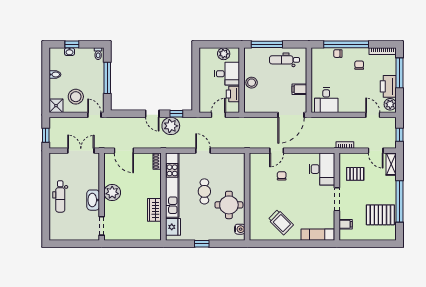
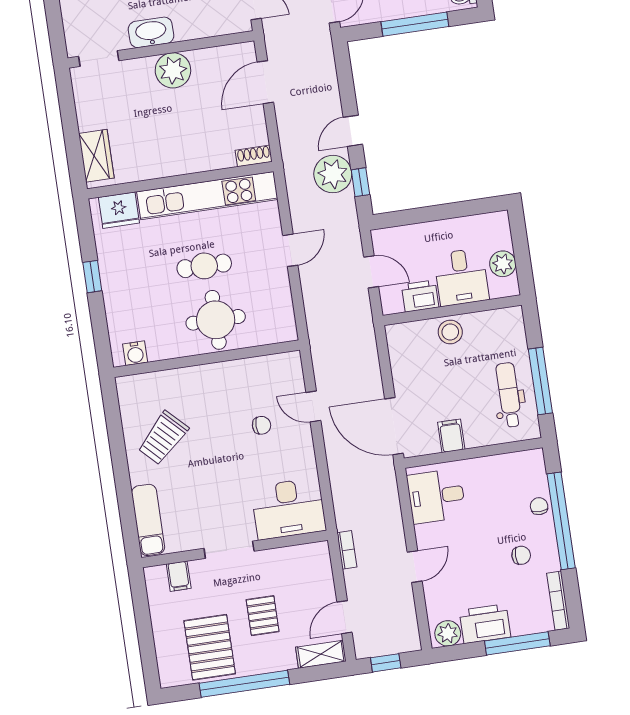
window: (267, 44) -> (540, 381), moved
door: (373, 115) -> (415, 567), moved
pallet: (355, 174) -> (263, 616), moved
round table: (229, 205) -> (216, 320), moved
wardrobe: (154, 210) -> (96, 156), moved, turned 90

